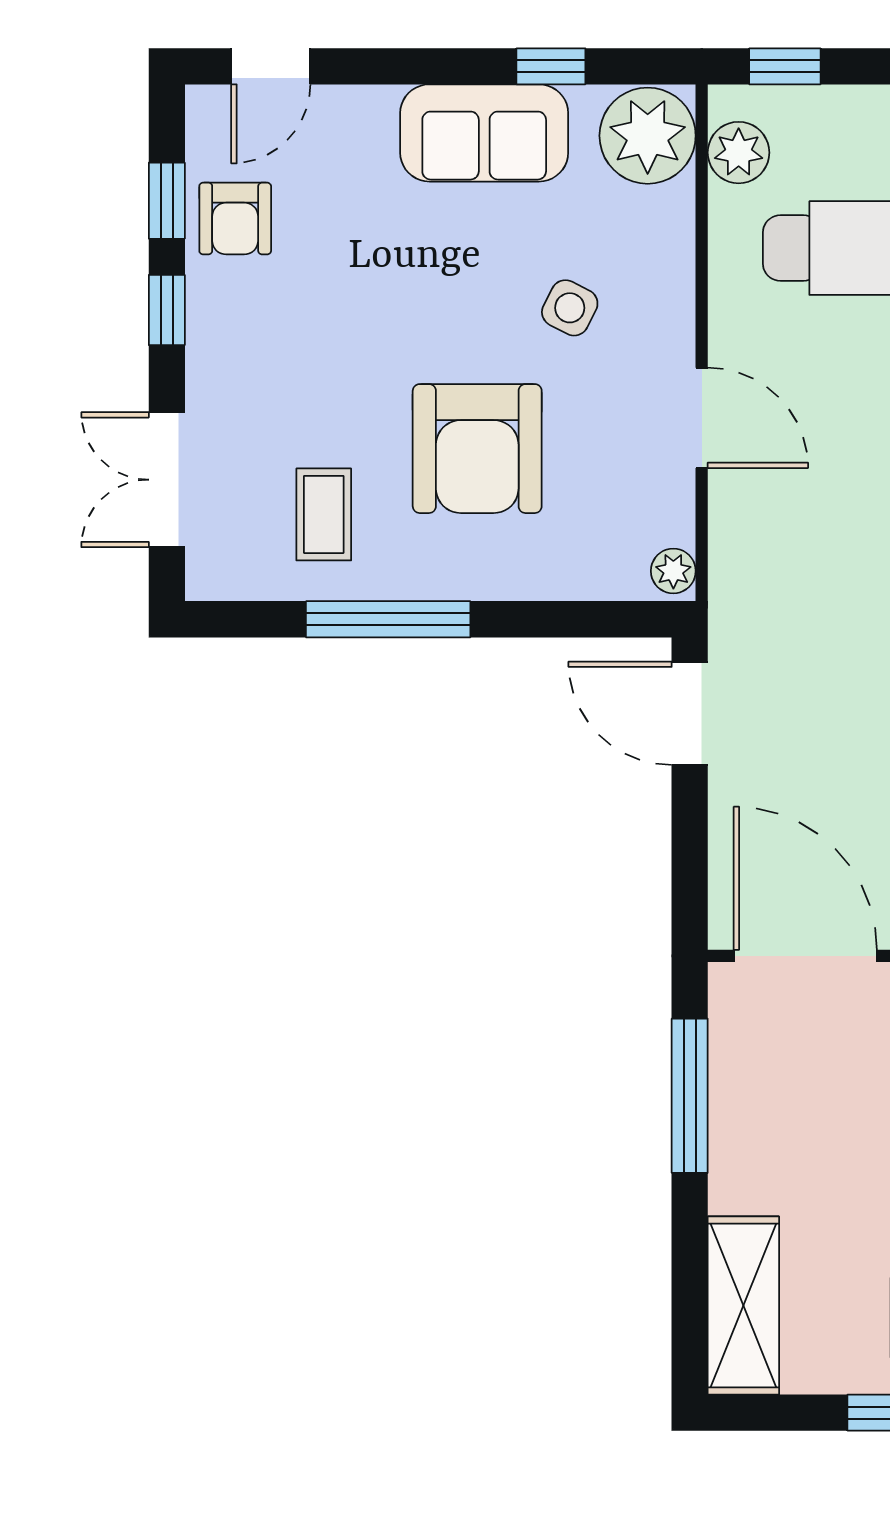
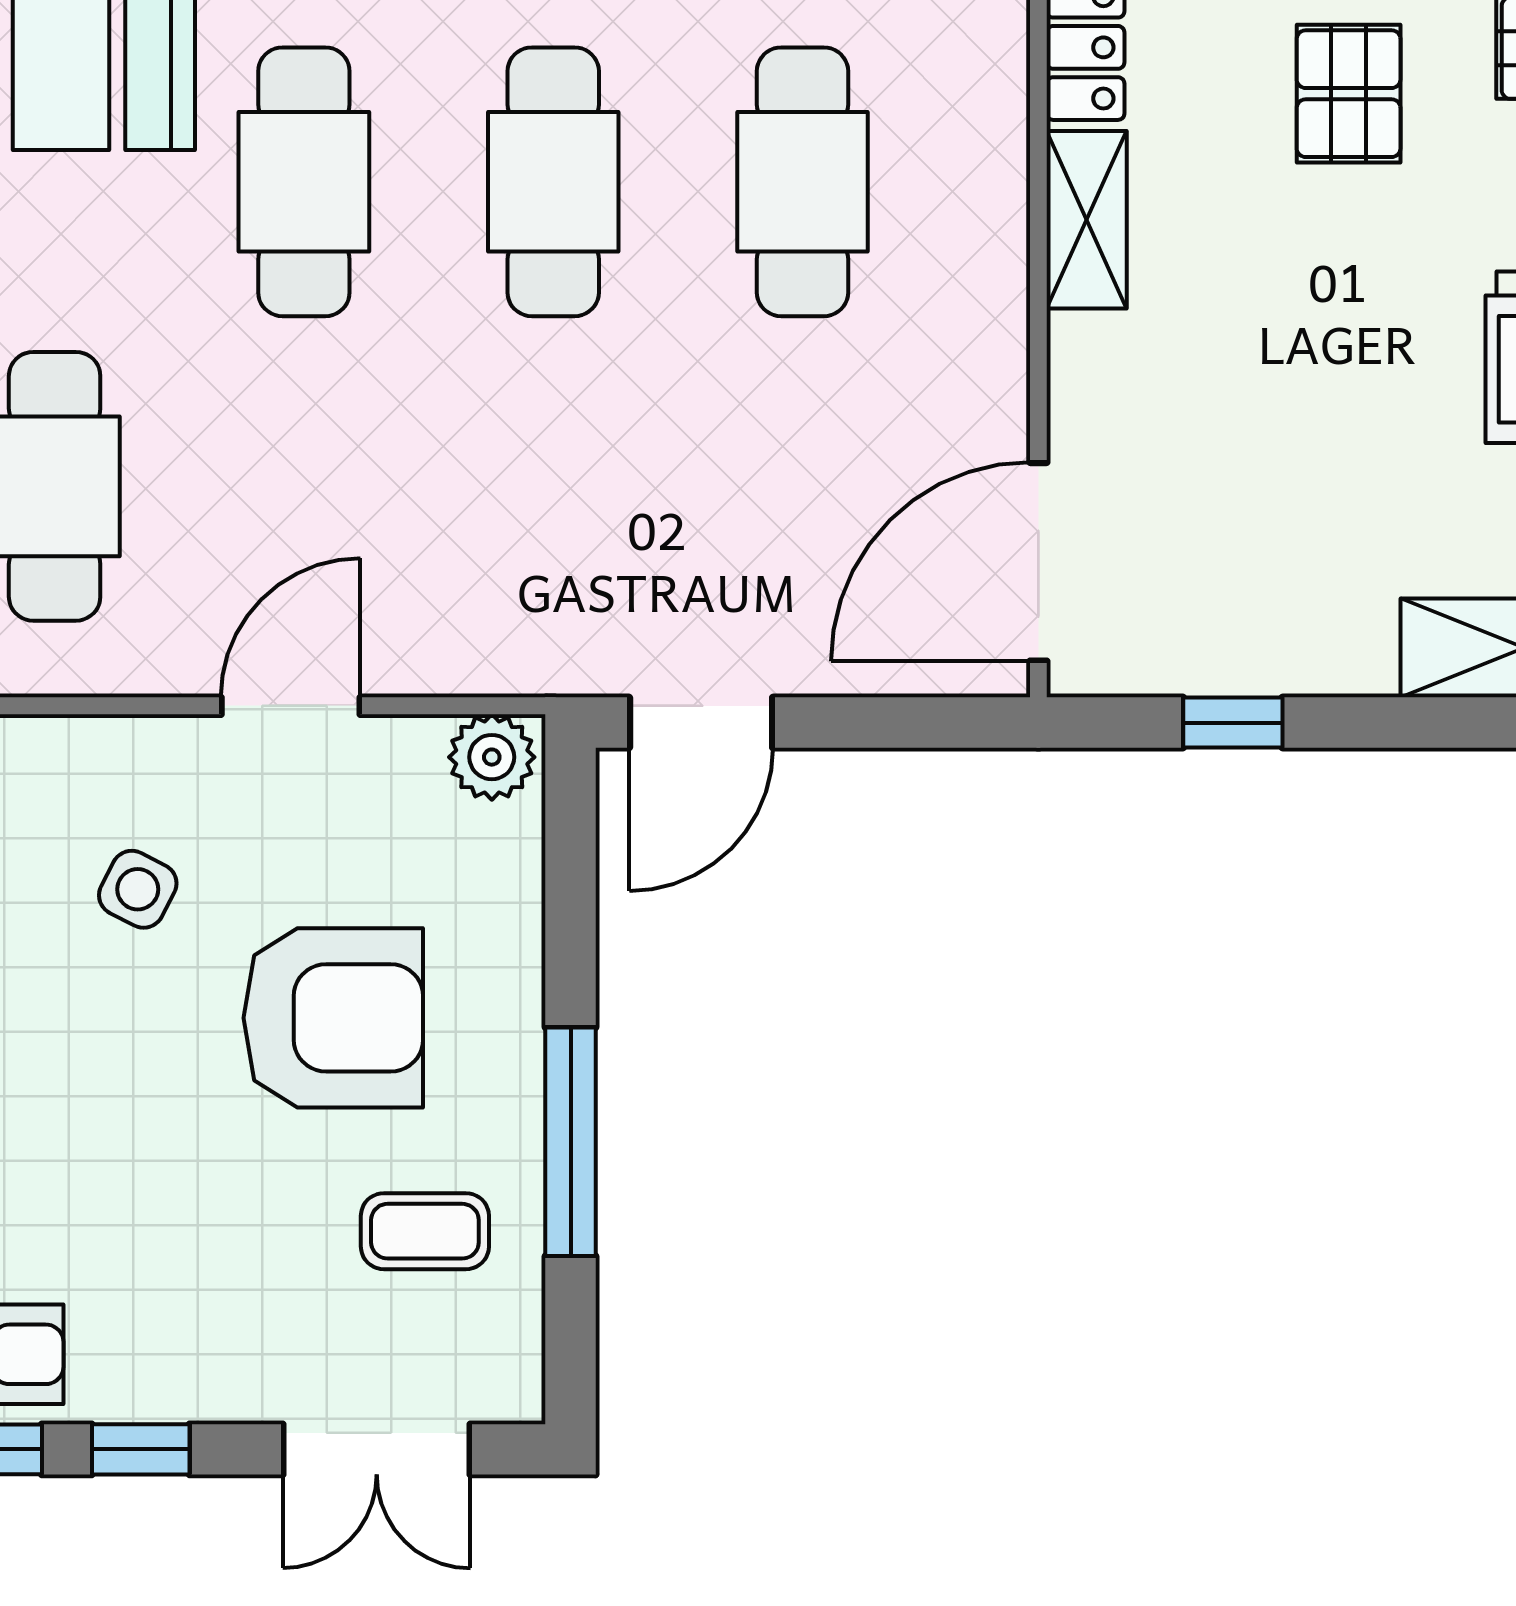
plant: (673, 571) -> (492, 757), width x1.38, depth x1.38
window: (690, 1096) -> (1233, 723), width x0.46

